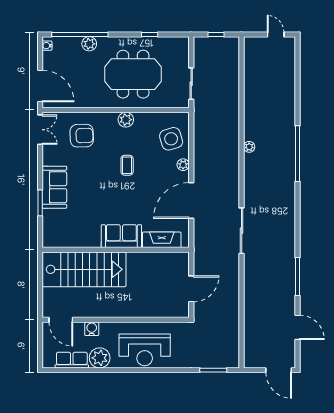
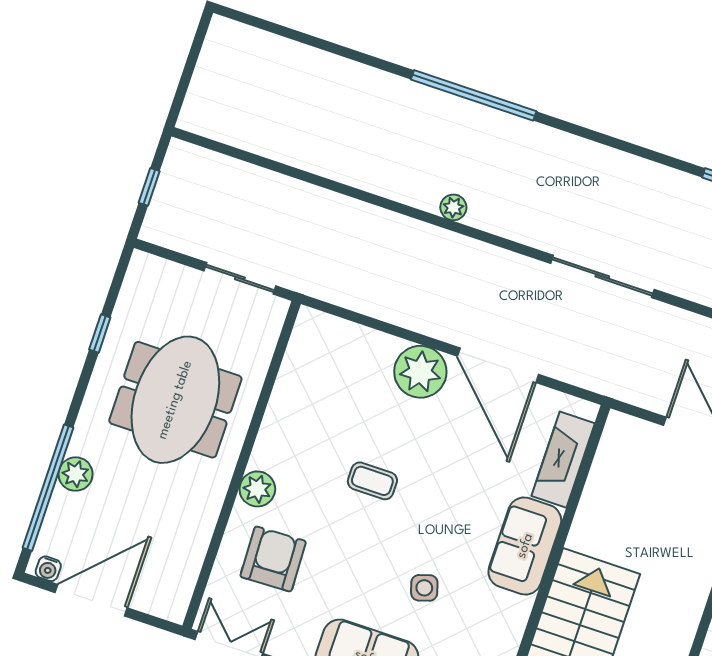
door: (276, 34) -> (194, 55), removed
door: (40, 86) -> (91, 600), moved
plant: (126, 120) -> (257, 489), moved
side table: (171, 139) -> (424, 588), moved, width x0.54, depth x0.54
plant: (249, 147) -> (453, 207), moved
plant: (183, 165) -> (420, 372), width x1.88, depth x1.88

